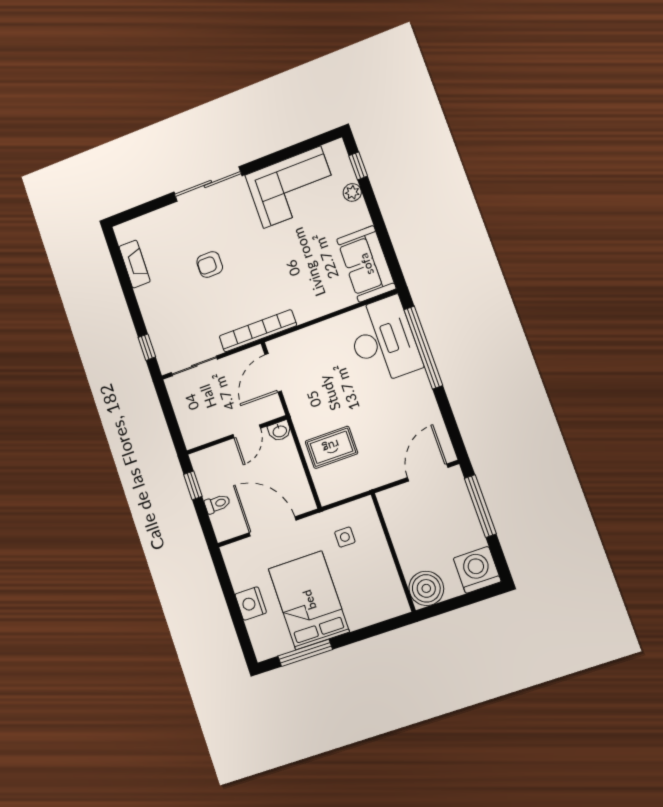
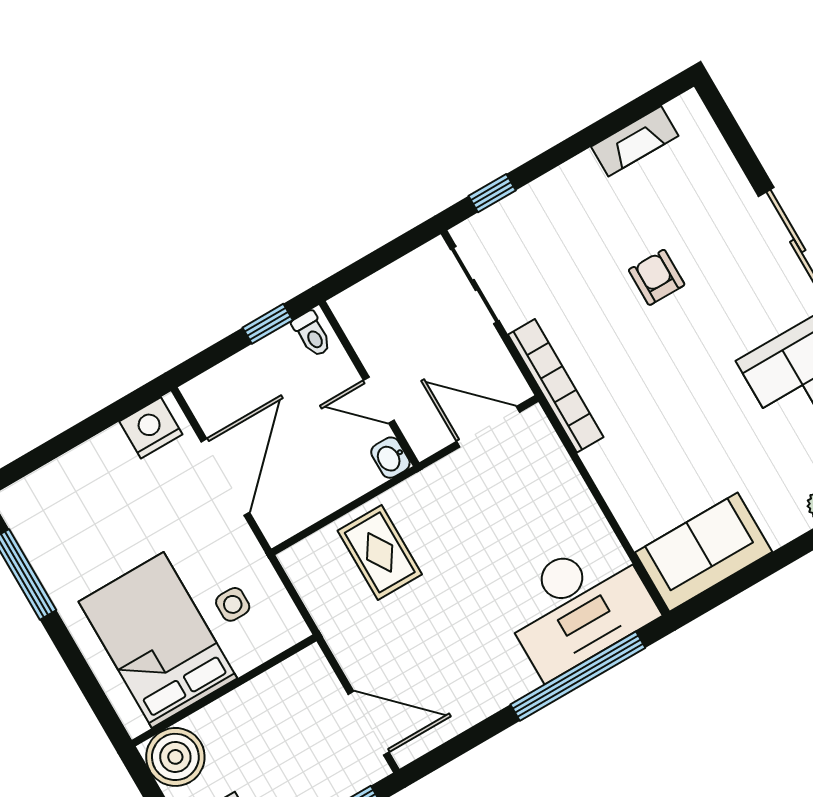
toilet: (217, 504) -> (312, 334), moved
bed: (309, 600) -> (158, 640), moved, turned -90
nightstand: (251, 603) -> (151, 428), moved

